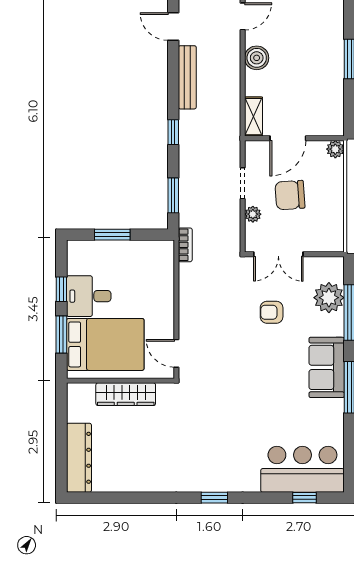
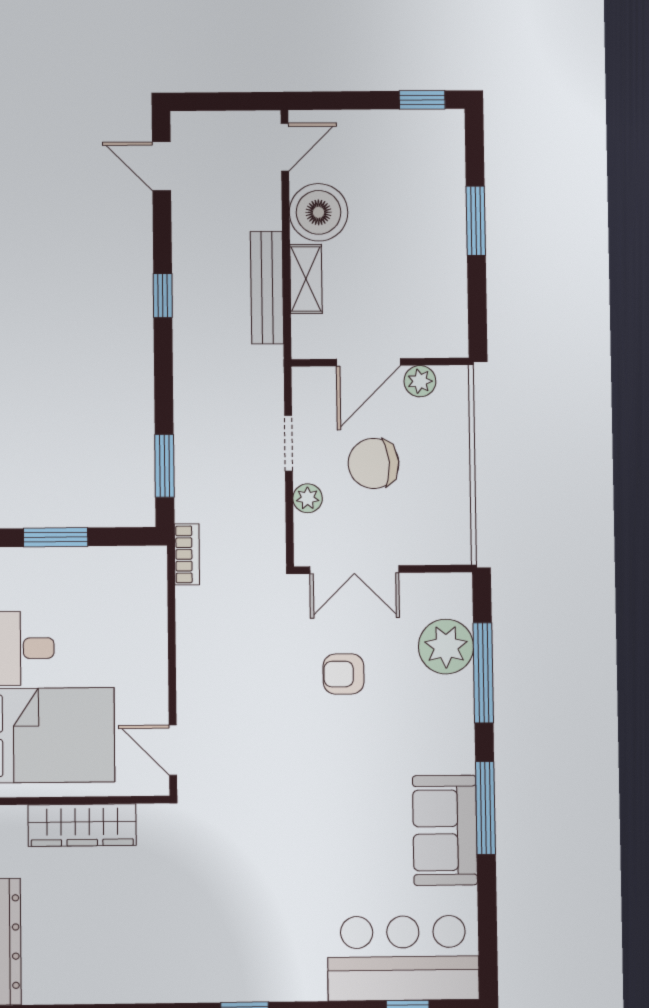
boiler: (257, 58) -> (318, 212), width x1.37, depth x1.37
bench: (187, 77) -> (267, 287), moved
shelving: (254, 117) -> (306, 279), moved
window: (173, 132) -> (163, 295), moved
plant: (335, 149) -> (420, 381), moved
sofa: (327, 367) -> (445, 830), moved

